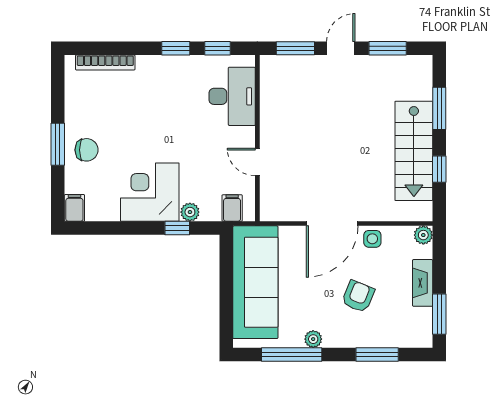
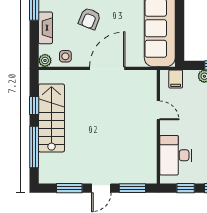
window: (439, 108) -> (34, 147), width x1.44
side table: (372, 239) -> (65, 56), moved

